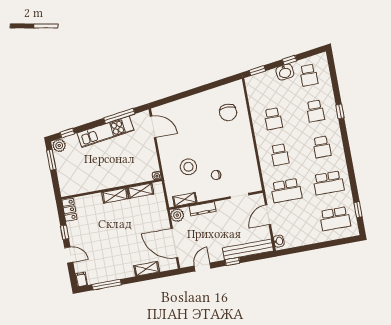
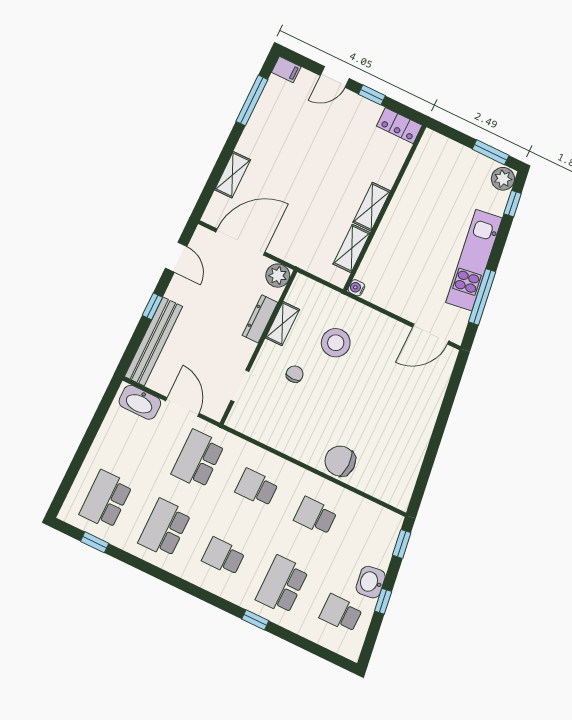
school desk: (315, 111) -> (282, 585), width x1.85
chair: (228, 112) -> (340, 461), moved
shelving: (185, 199) -> (282, 324), moved
washbasin: (279, 241) -> (140, 402), width x1.91, depth x1.45

